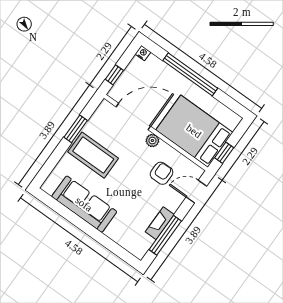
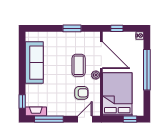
window: (224, 153) -> (130, 119), moved
coffee table: (93, 155) -> (79, 65), moved, width x0.73, depth x0.76
door: (196, 192) -> (85, 119), hinge flipped
fireplace: (160, 223) -> (36, 111), moved
window: (121, 252) -> (22, 102), added

